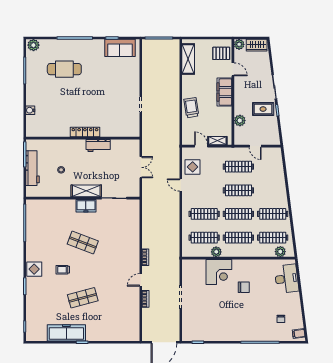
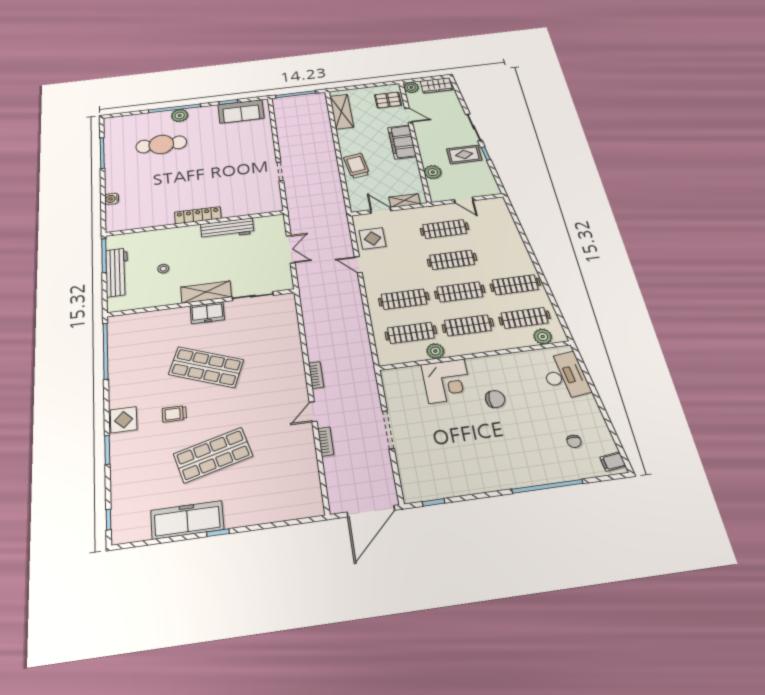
plant: (33, 45) -> (180, 115), moved
workbench: (98, 146) -> (227, 229), width x1.38
shop shelf: (83, 243) -> (206, 367), width x1.43, depth x1.36
shop shelf: (83, 298) -> (213, 455), width x1.43, depth x1.36

